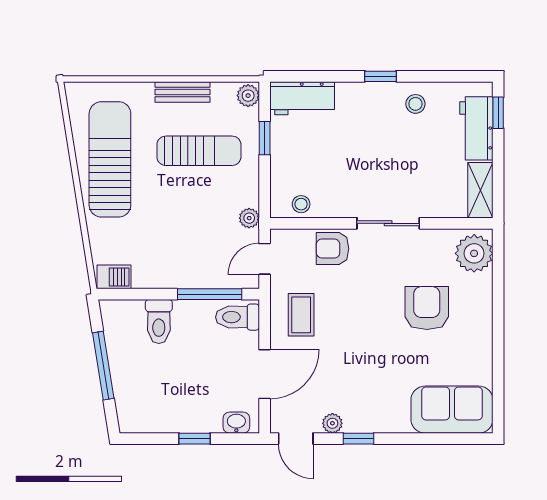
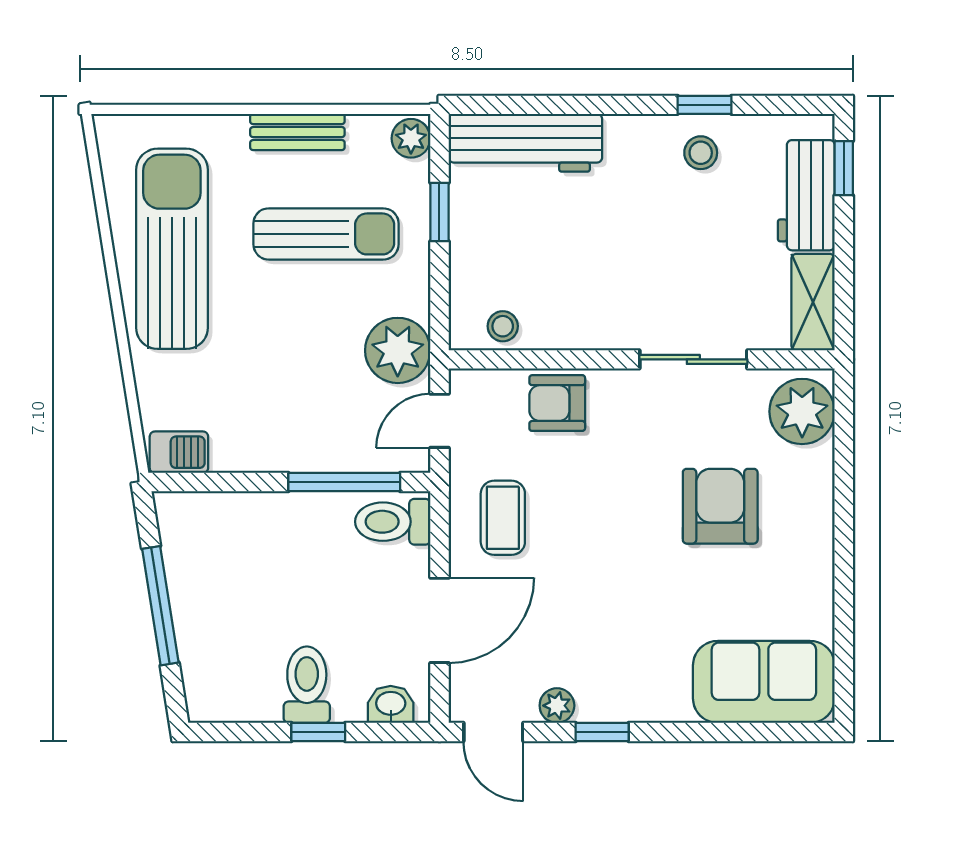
window: (380, 76) -> (705, 105), moved
workbench: (302, 98) -> (525, 143), width x1.38
plant: (249, 218) -> (398, 350), width x1.88, depth x1.88
sliding door: (388, 223) -> (693, 359), moved
toilet: (159, 321) -> (307, 685), moved, turned 180

